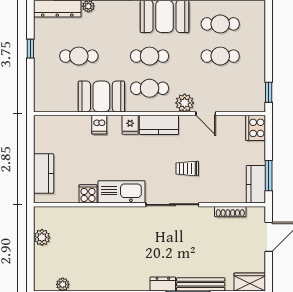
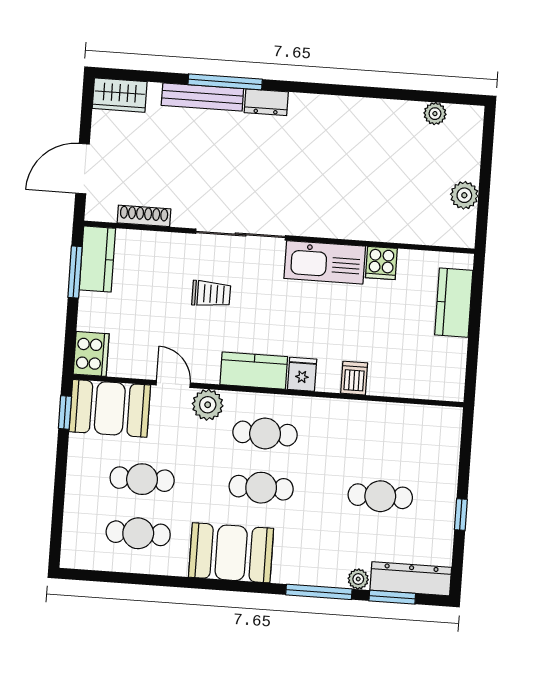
booth: (101, 97) -> (110, 408), moved

